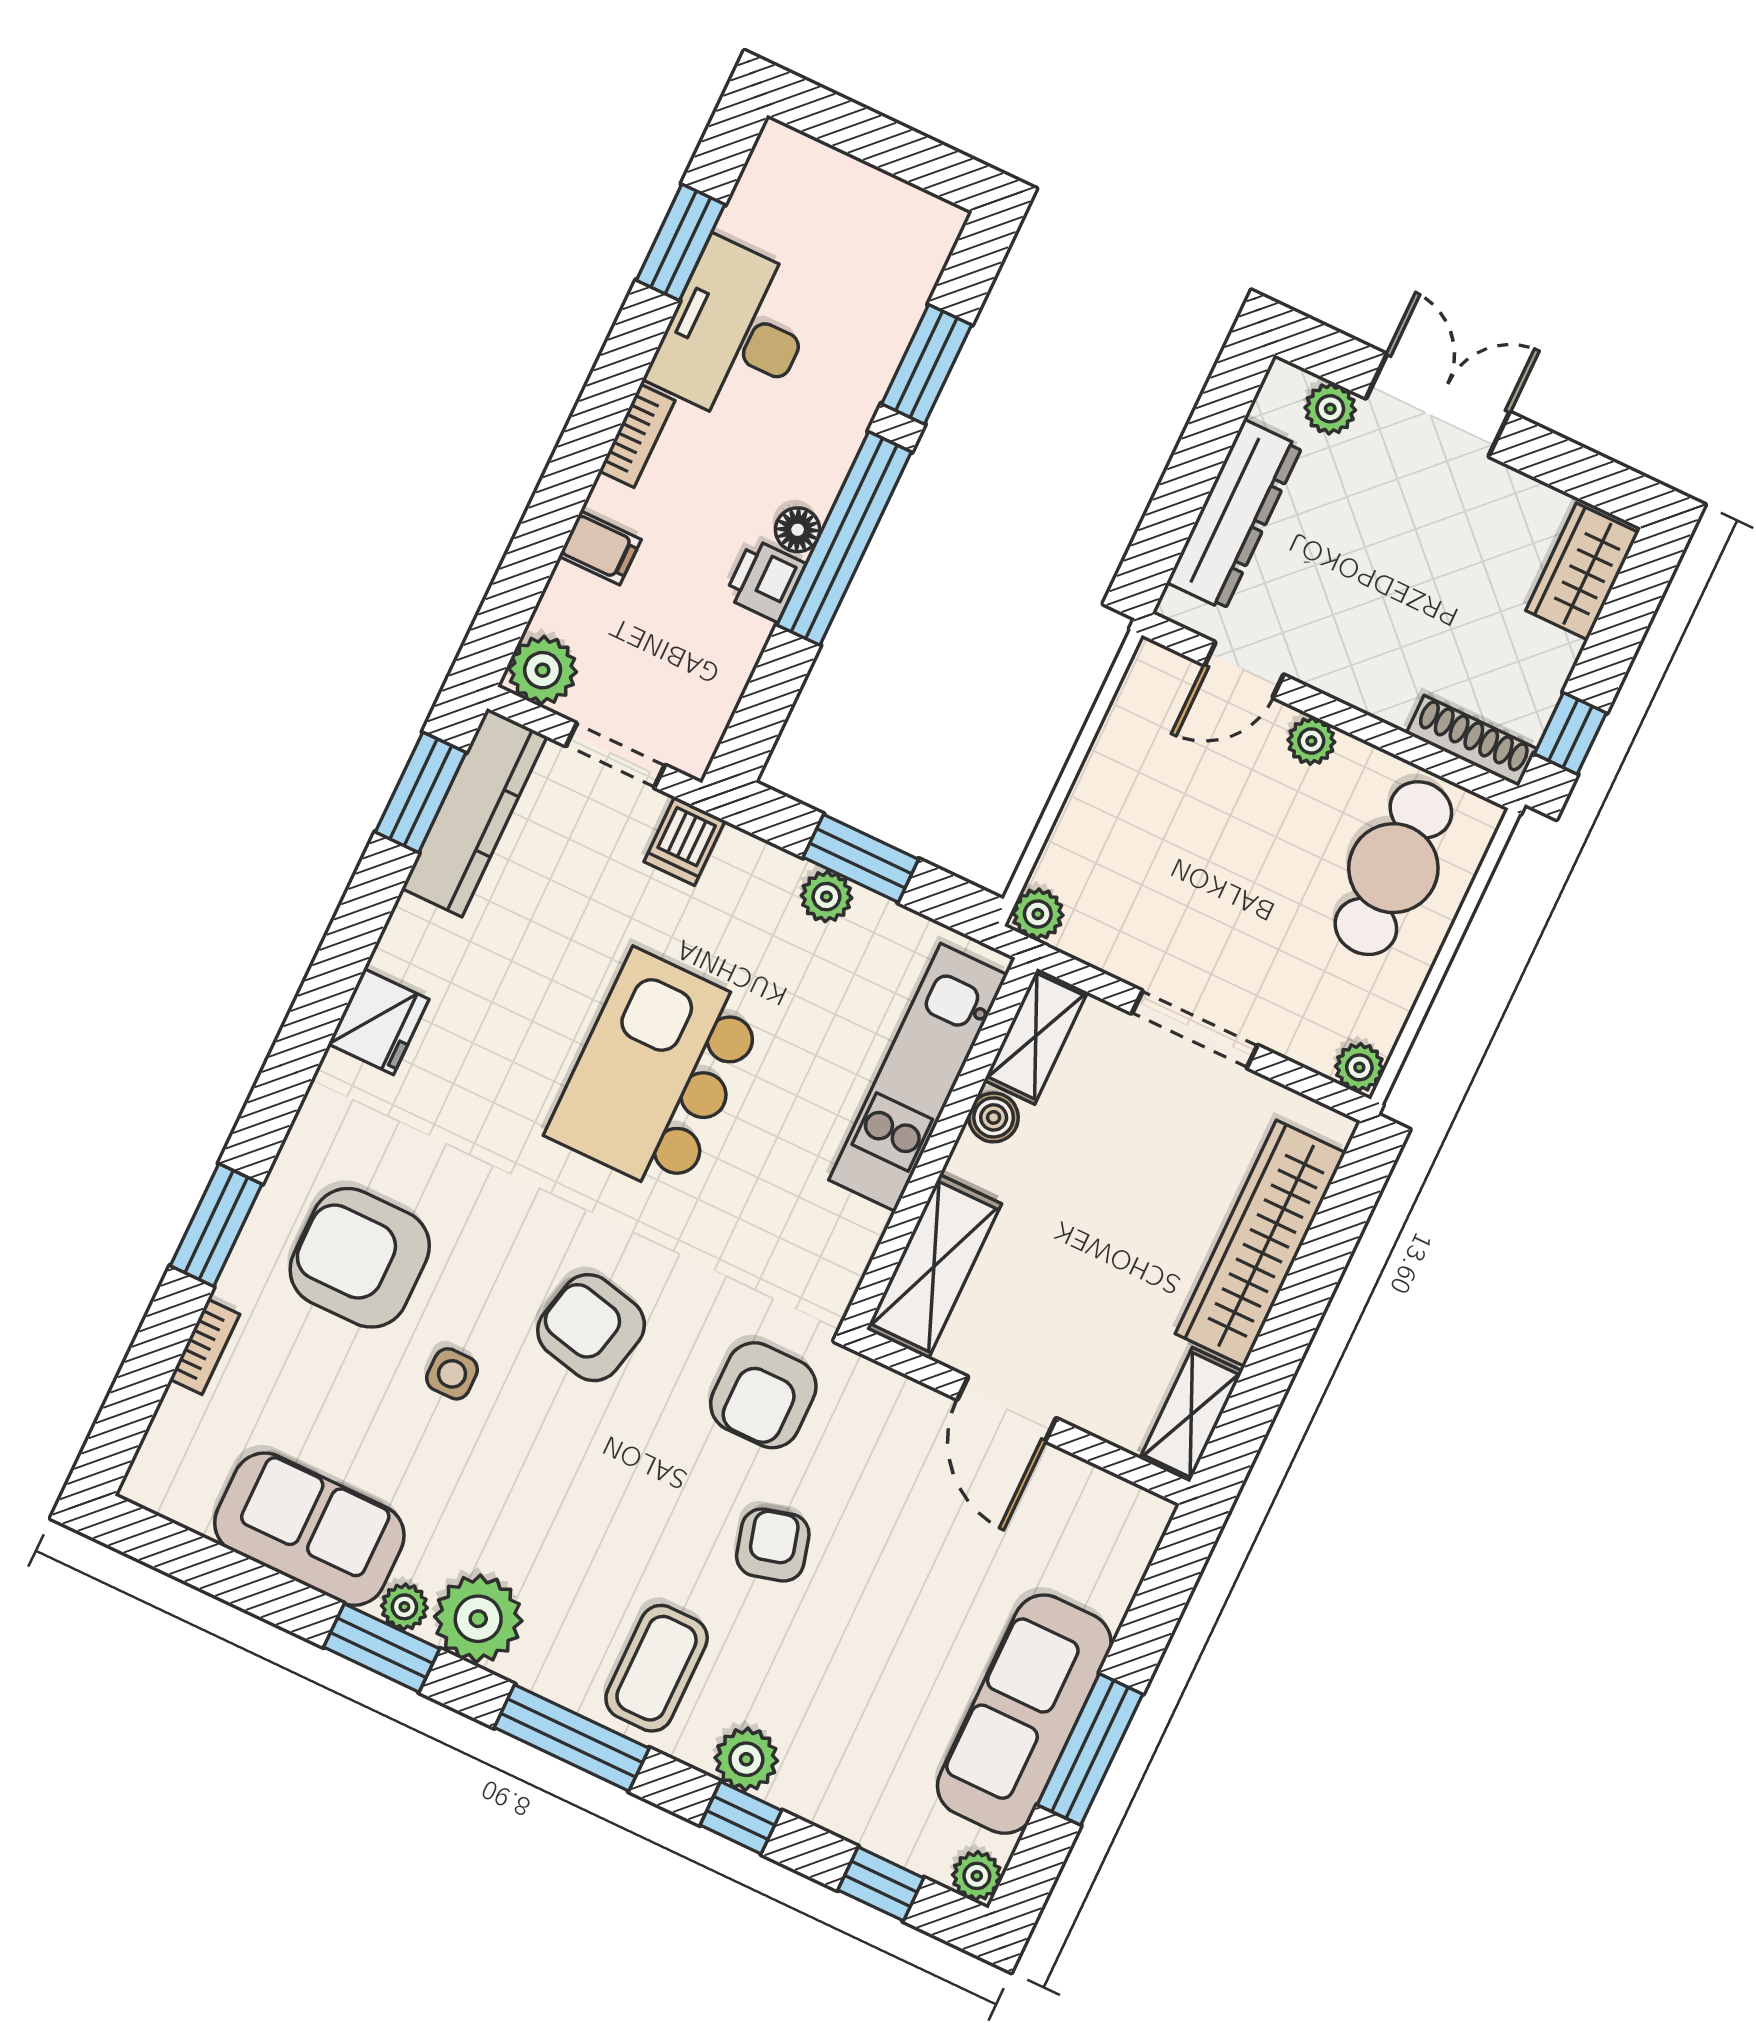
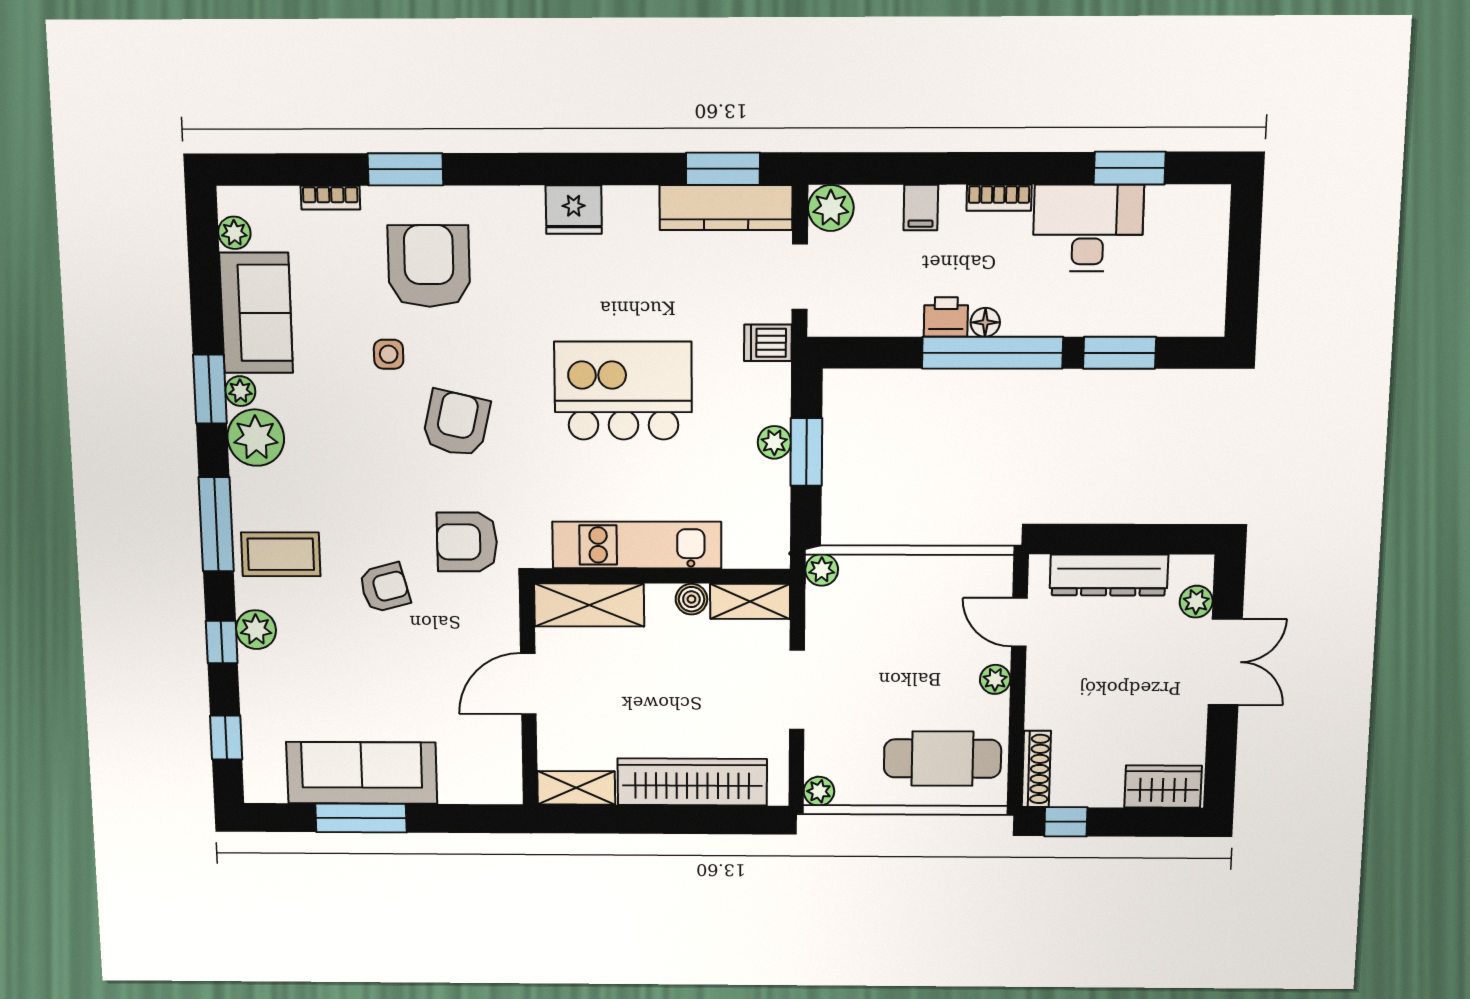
kitchen unit: (918, 1077) -> (637, 545), moved
plant: (977, 1876) -> (234, 233), moved

